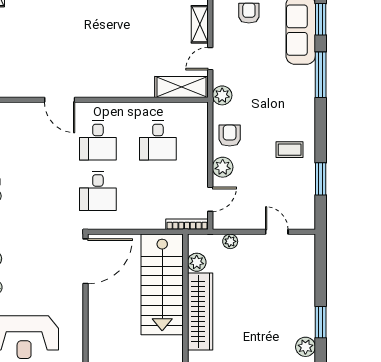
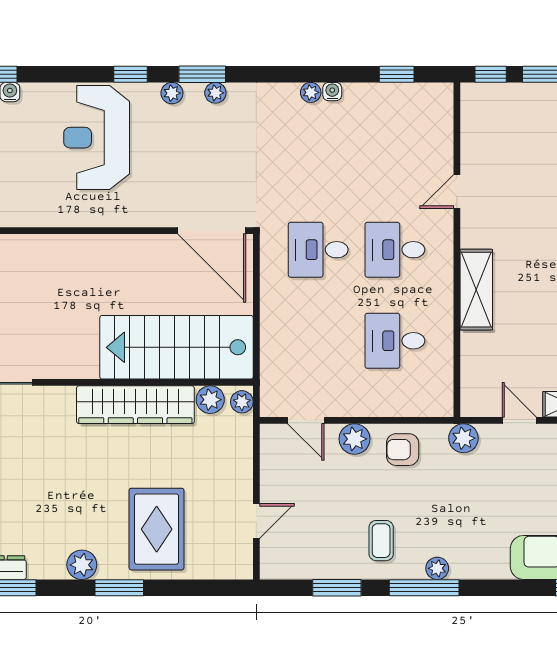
window: (321, 75) -> (424, 588), moved
shelving: (182, 87) -> (476, 290), moved
door: (60, 100) -> (457, 191), width x0.73
plant: (308, 113) -> (437, 568), added
armchair: (230, 136) -> (403, 450), turned 180
bookcase: (187, 224) -> (268, 385), removed
plant: (230, 241) -> (242, 402), moved
rug: (282, 298) -> (157, 529), added

